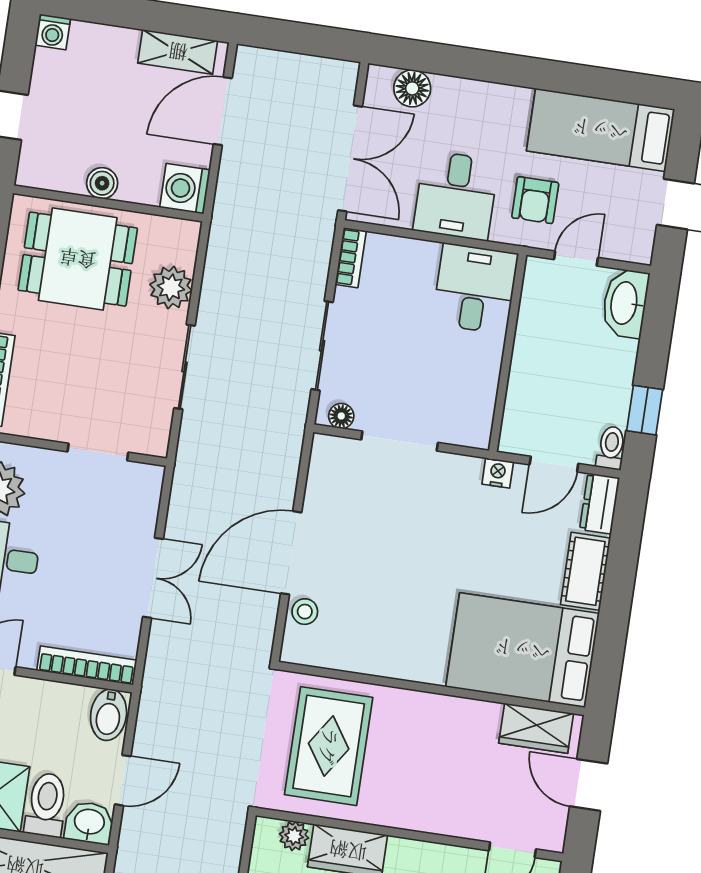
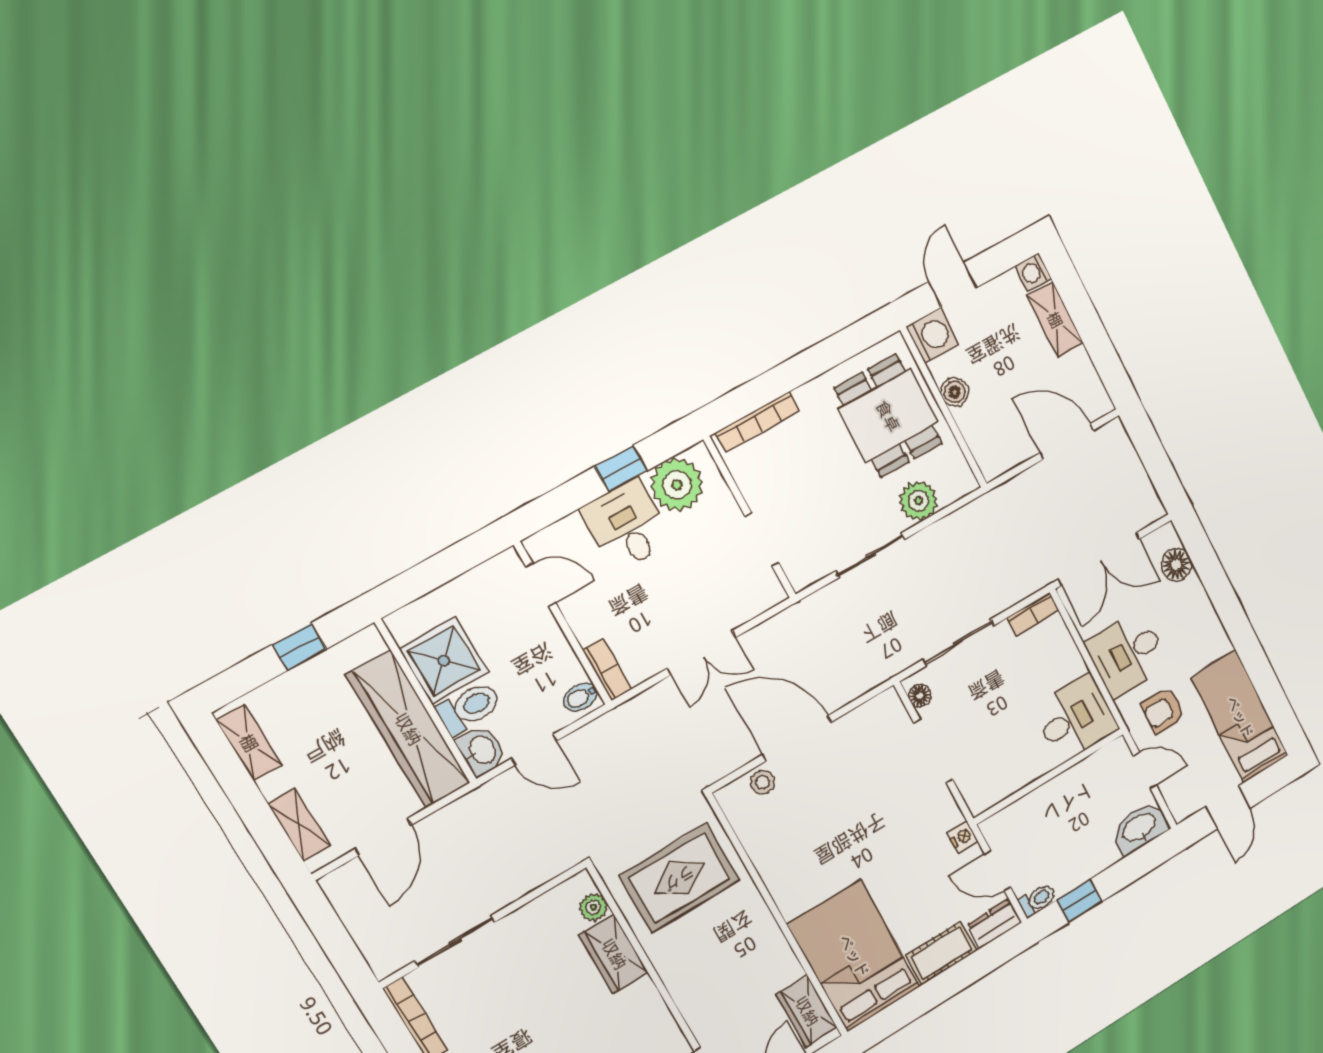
shelving: (178, 52) -> (1055, 320), moved
washing machine: (185, 189) -> (932, 336), moved, turned 90
bookcase: (87, 665) -> (607, 669), width x0.64
bidet: (109, 715) -> (580, 697), width x0.72, depth x0.74

